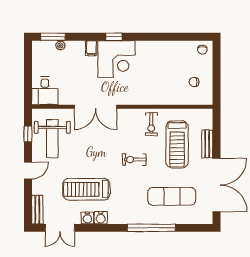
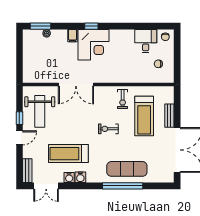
desk: (45, 91) -> (146, 41), moved, turned 180
window: (28, 134) -> (19, 118), moved
exercise mat: (172, 196) -> (127, 169), moved

